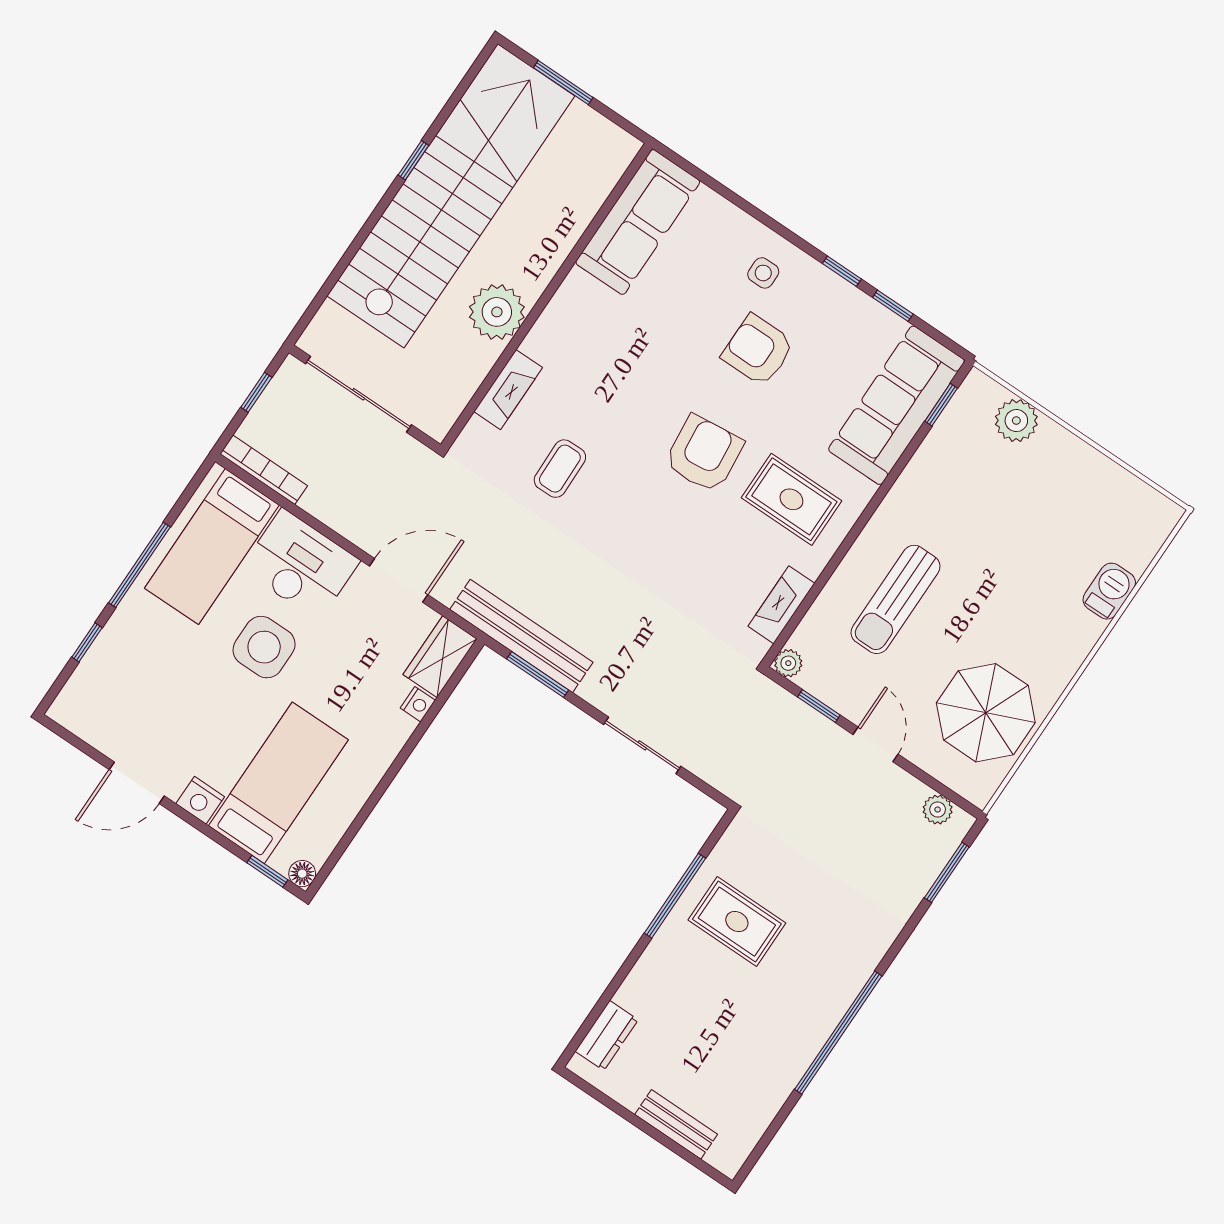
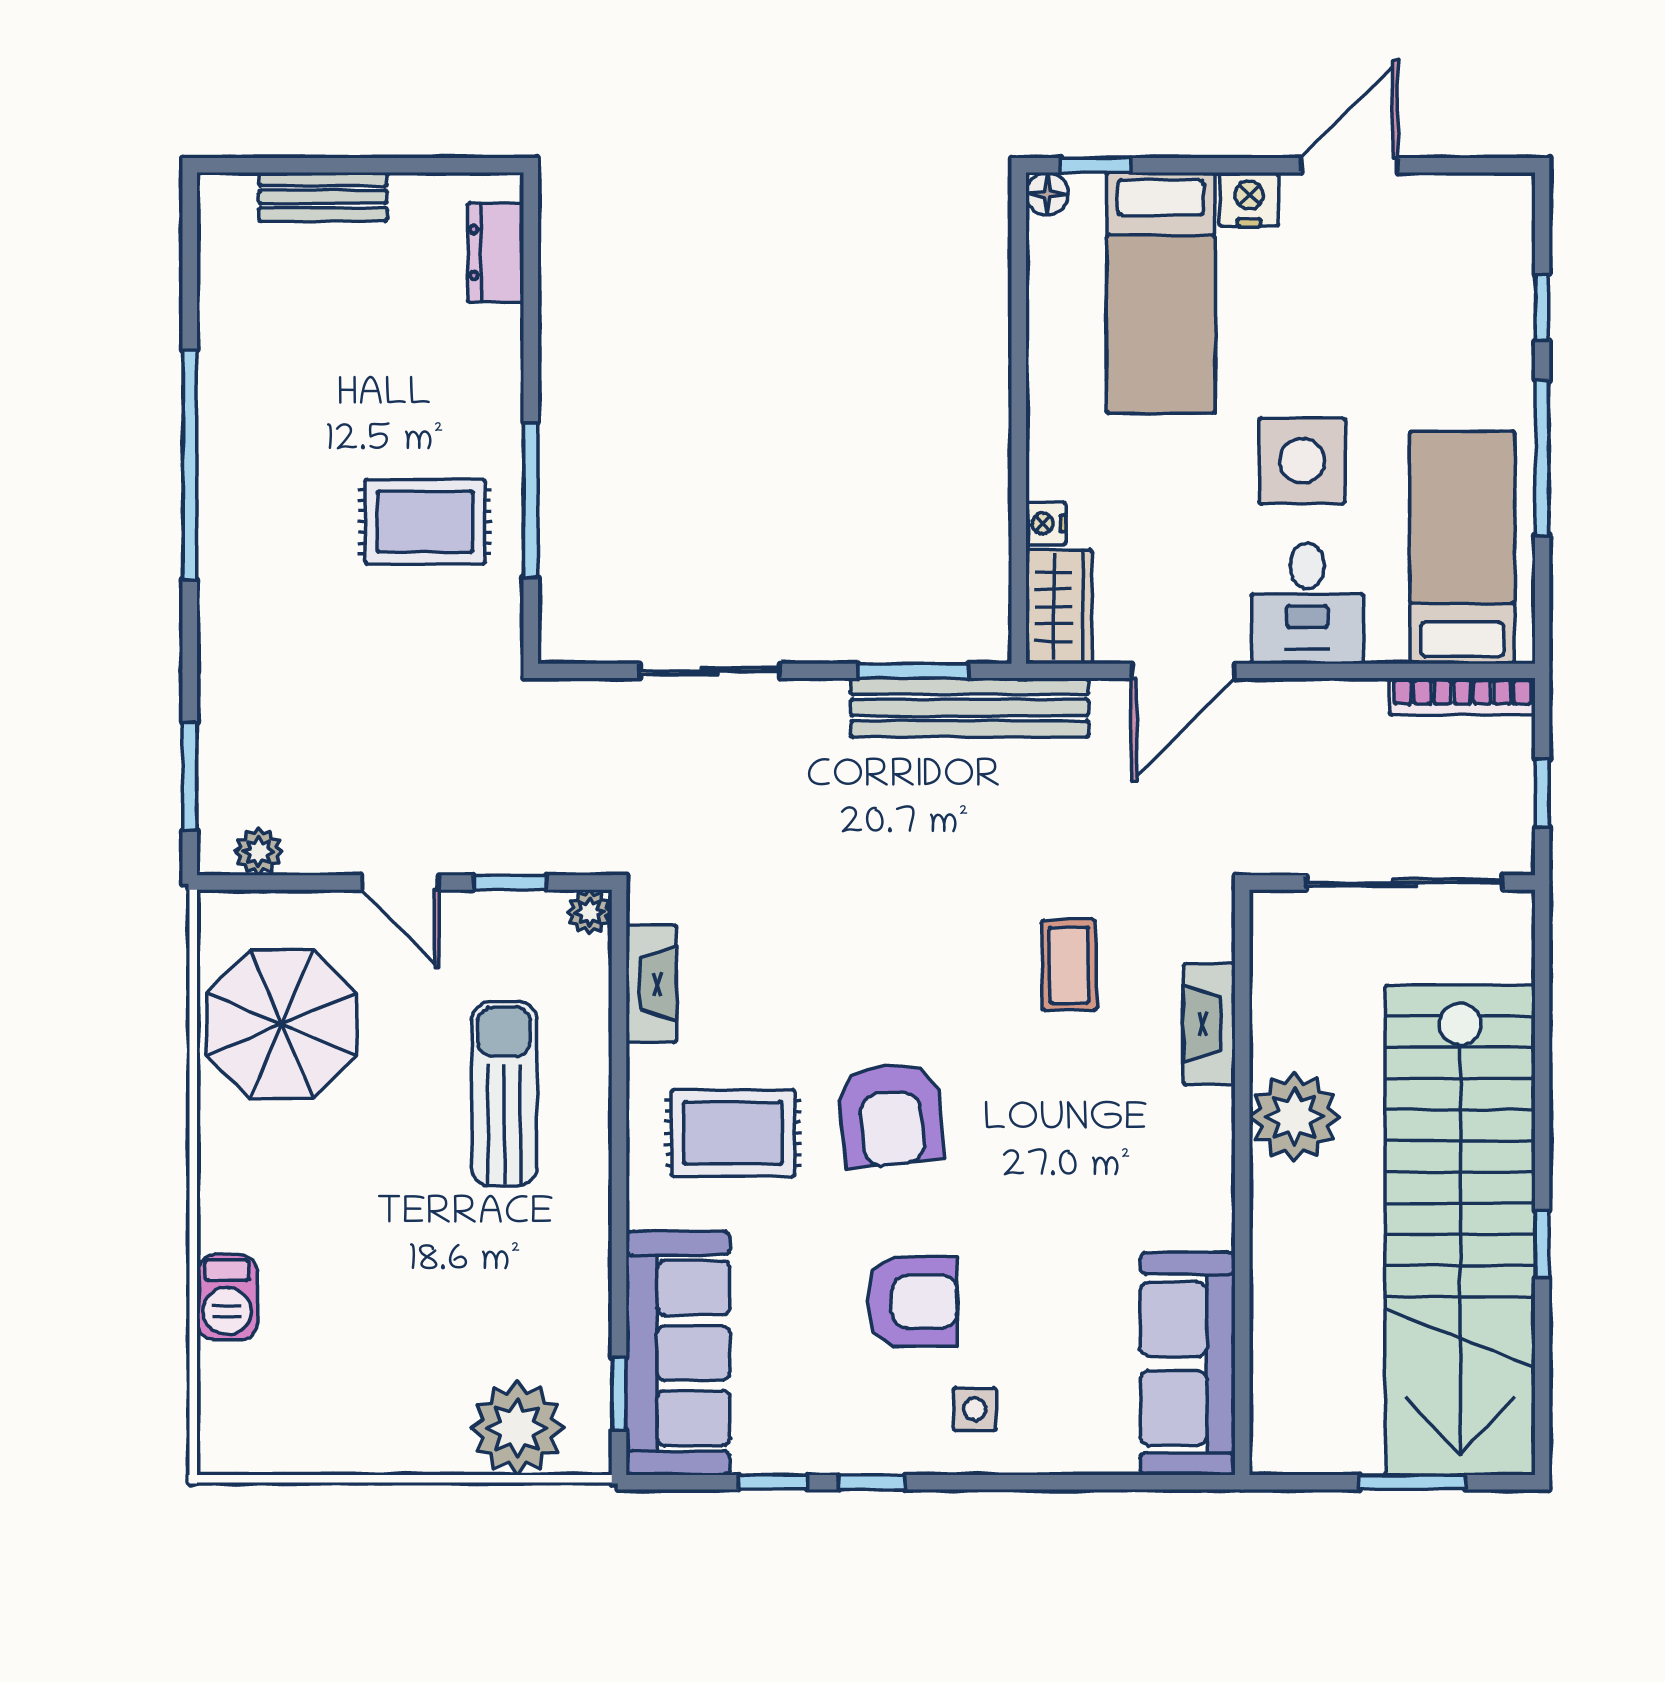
plant: (1016, 421) -> (517, 1428), width x1.36, depth x1.36
desk: (300, 565) -> (1307, 603), width x0.73

